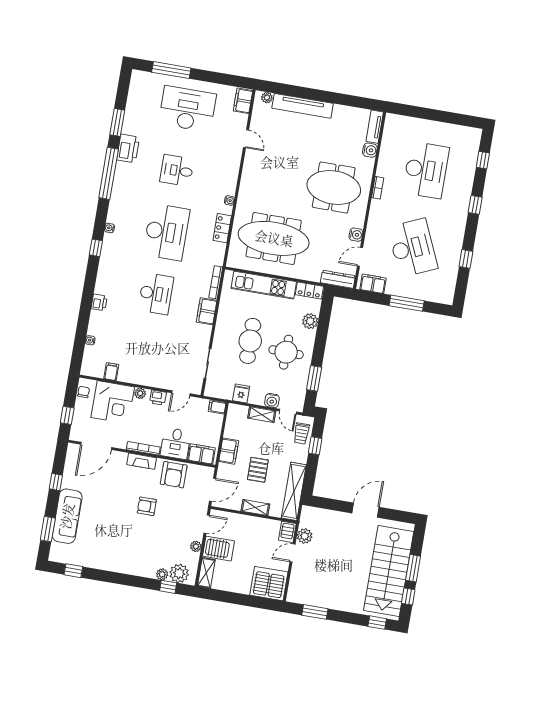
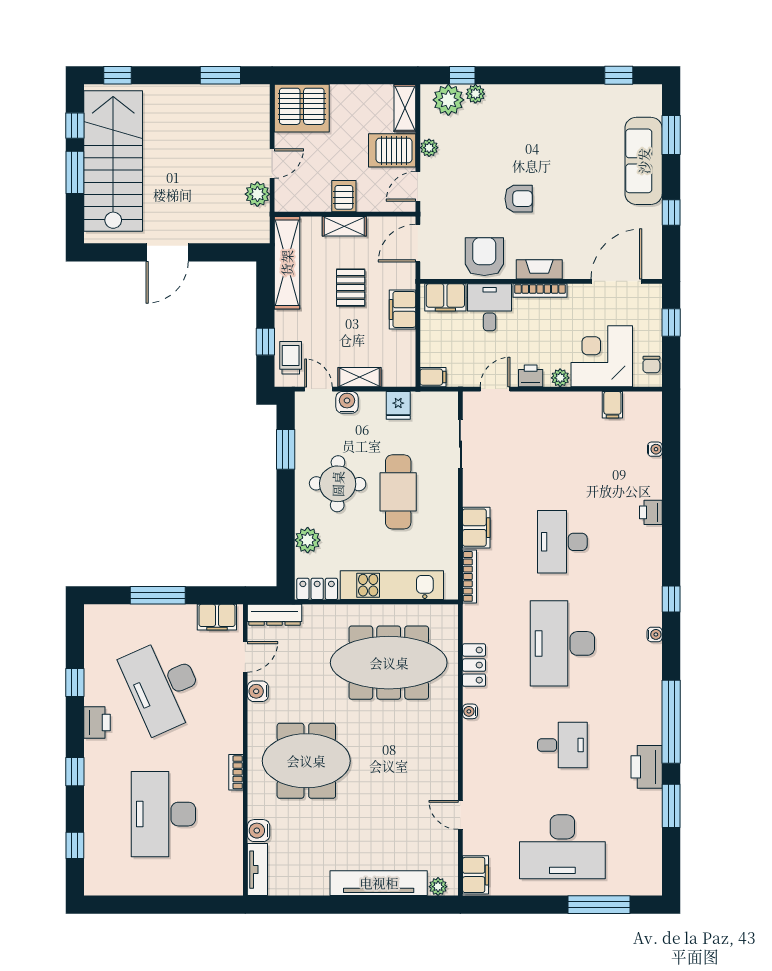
printer: (457, 232) -> (97, 722), added
server rack: (287, 532) -> (344, 196), moved

